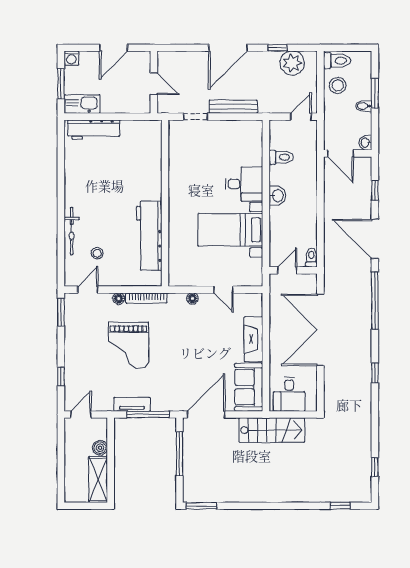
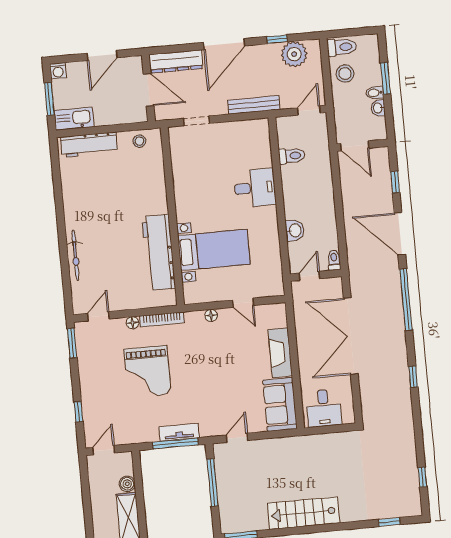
dresser: (182, 60) -> (176, 62), added
door: (154, 84) -> (149, 90), width x1.38
bench: (233, 107) -> (254, 105), moved
washbasin: (365, 143) -> (378, 108), moved
washbasin: (277, 195) -> (295, 230), moved
bed with nightstands: (230, 230) -> (214, 250), moved, turned 180
stool: (97, 253) -> (139, 141), moved
tv unit: (132, 404) -> (179, 432), moved
door: (206, 414) -> (237, 438), width x0.53
stairs: (272, 430) -> (304, 513), moved, turned 180

